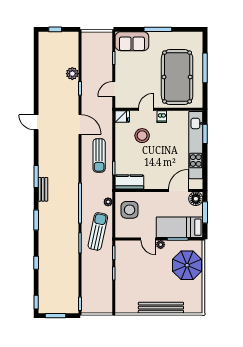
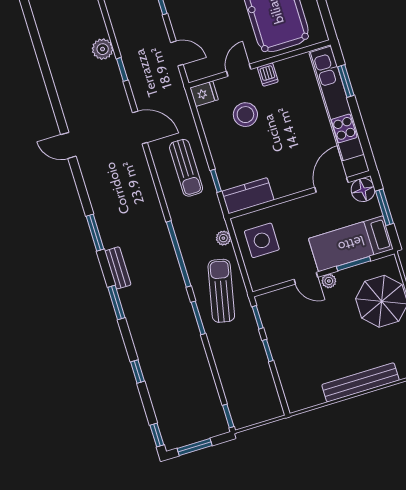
door: (114, 89) -> (177, 53), swing flipped
bench: (43, 189) -> (118, 268), moved

